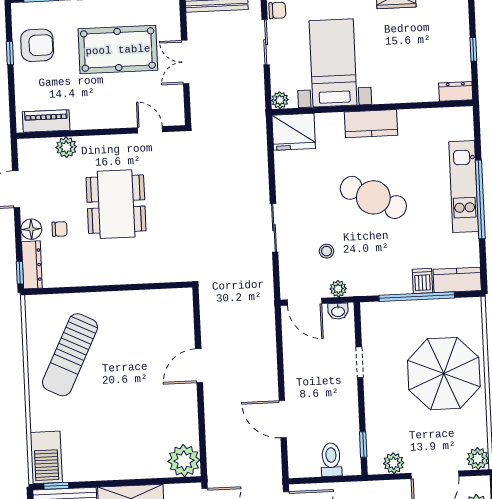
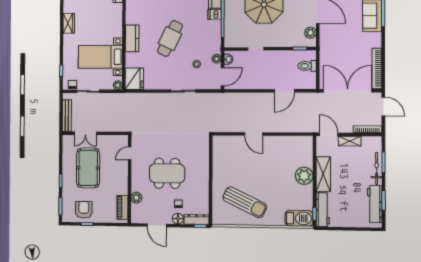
double door: (185, 62) -> (85, 133), moved
plant: (184, 461) -> (304, 176), moved

